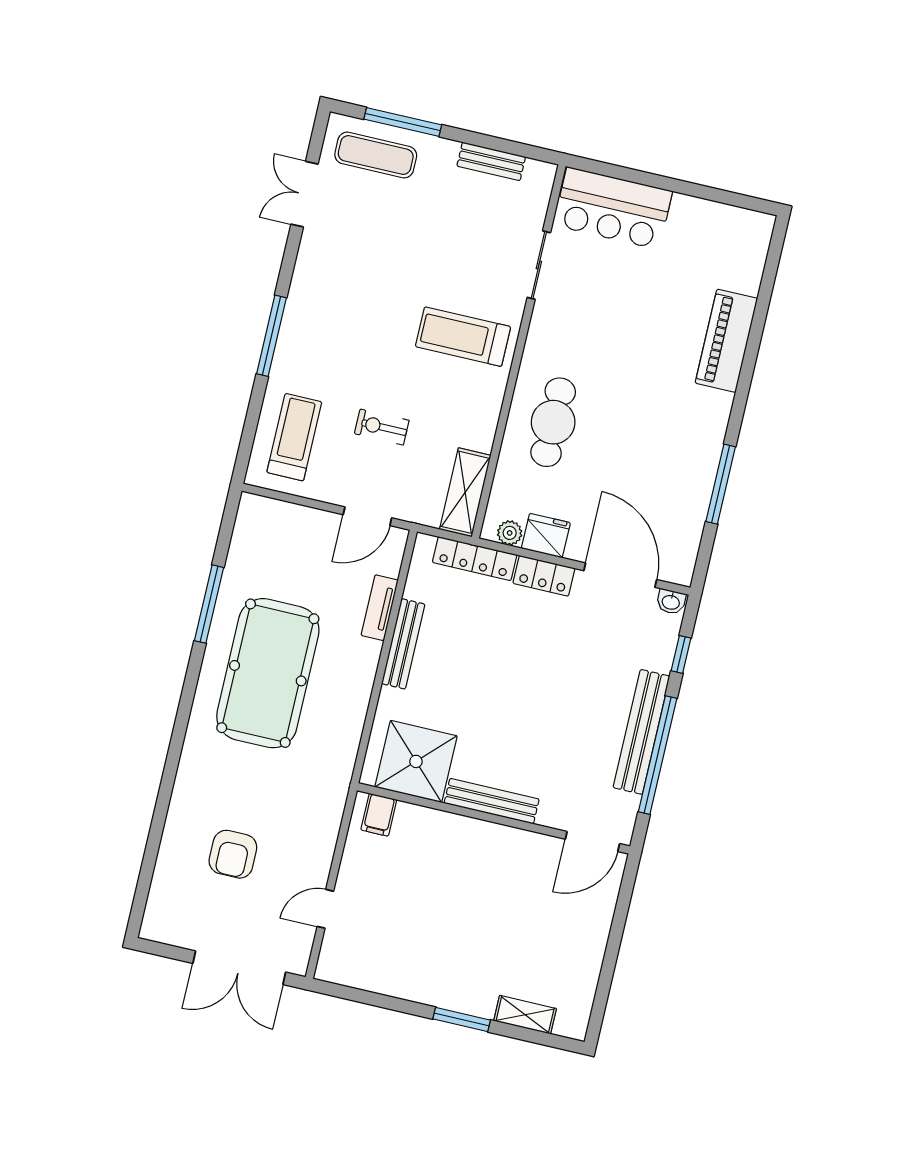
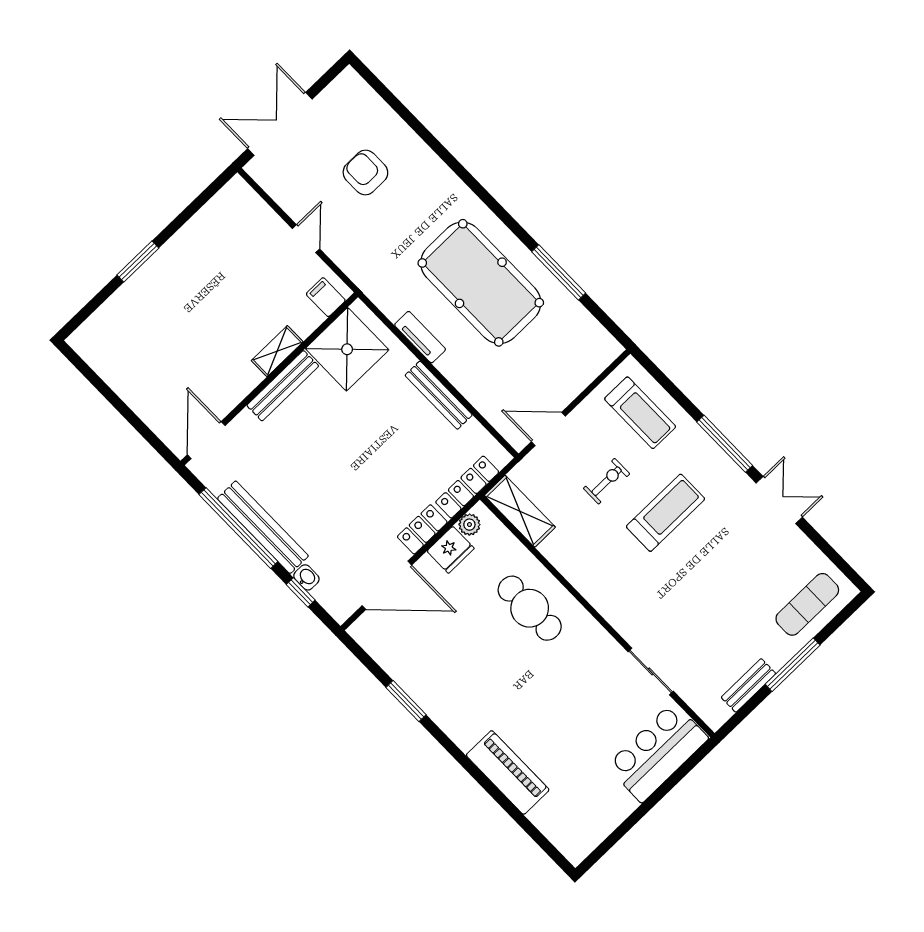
window: (403, 122) -> (793, 665), moved
double door: (304, 194) -> (779, 500), moved
treadmill: (463, 337) -> (666, 513), moved
window: (721, 484) -> (406, 701), width x0.69
door: (367, 516) -> (548, 429), hinge flipped
washbasin: (671, 602) -> (306, 577), moved, turned 90
tv unit: (380, 608) -> (420, 337), moved
door: (325, 909) -> (306, 239), moved
shelving: (525, 1015) -> (277, 351), moved

